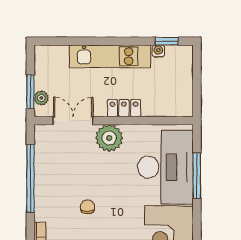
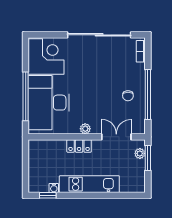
double door: (73, 121) -> (116, 137), swing flipped
plant: (109, 138) -> (85, 129), width x0.53, depth x0.53
window: (197, 176) -> (26, 96), width x1.46
chair: (88, 207) -> (128, 96), moved

